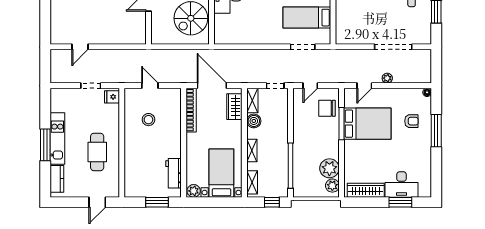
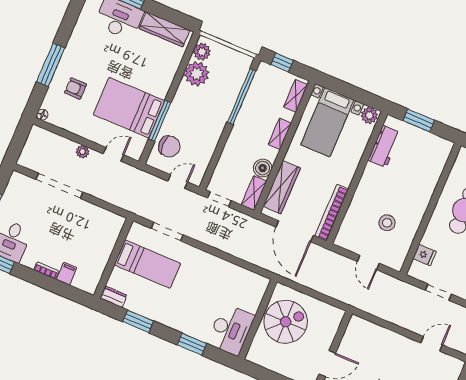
fridge: (112, 97) -> (425, 255), moved
wardrobe: (234, 107) -> (282, 187), width x1.50

